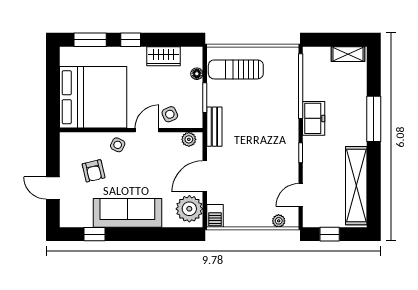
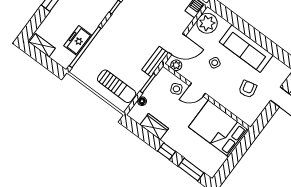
bed: (93, 97) -> (219, 129), width x0.73
freezer: (314, 118) -> (78, 41), moved
side table: (118, 145) -> (215, 63), moved
door: (205, 176) -> (177, 44), moved
window: (94, 234) -> (276, 51), removed

